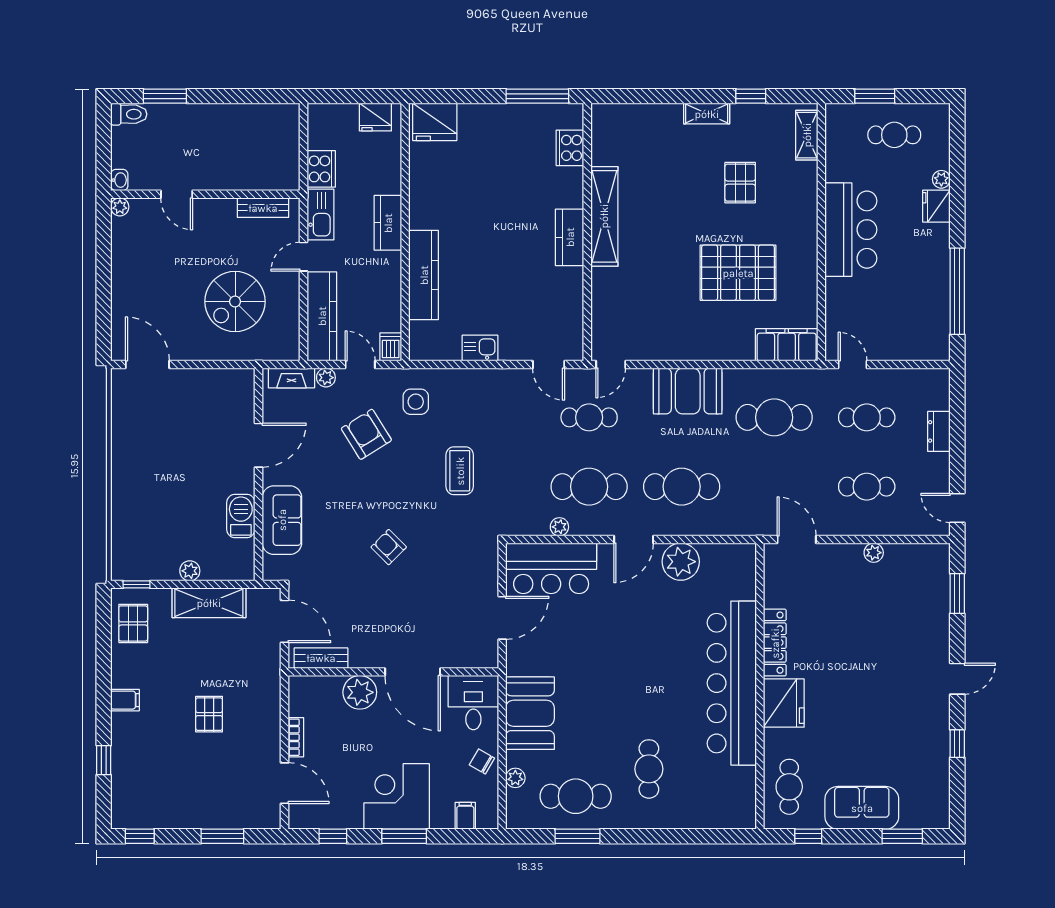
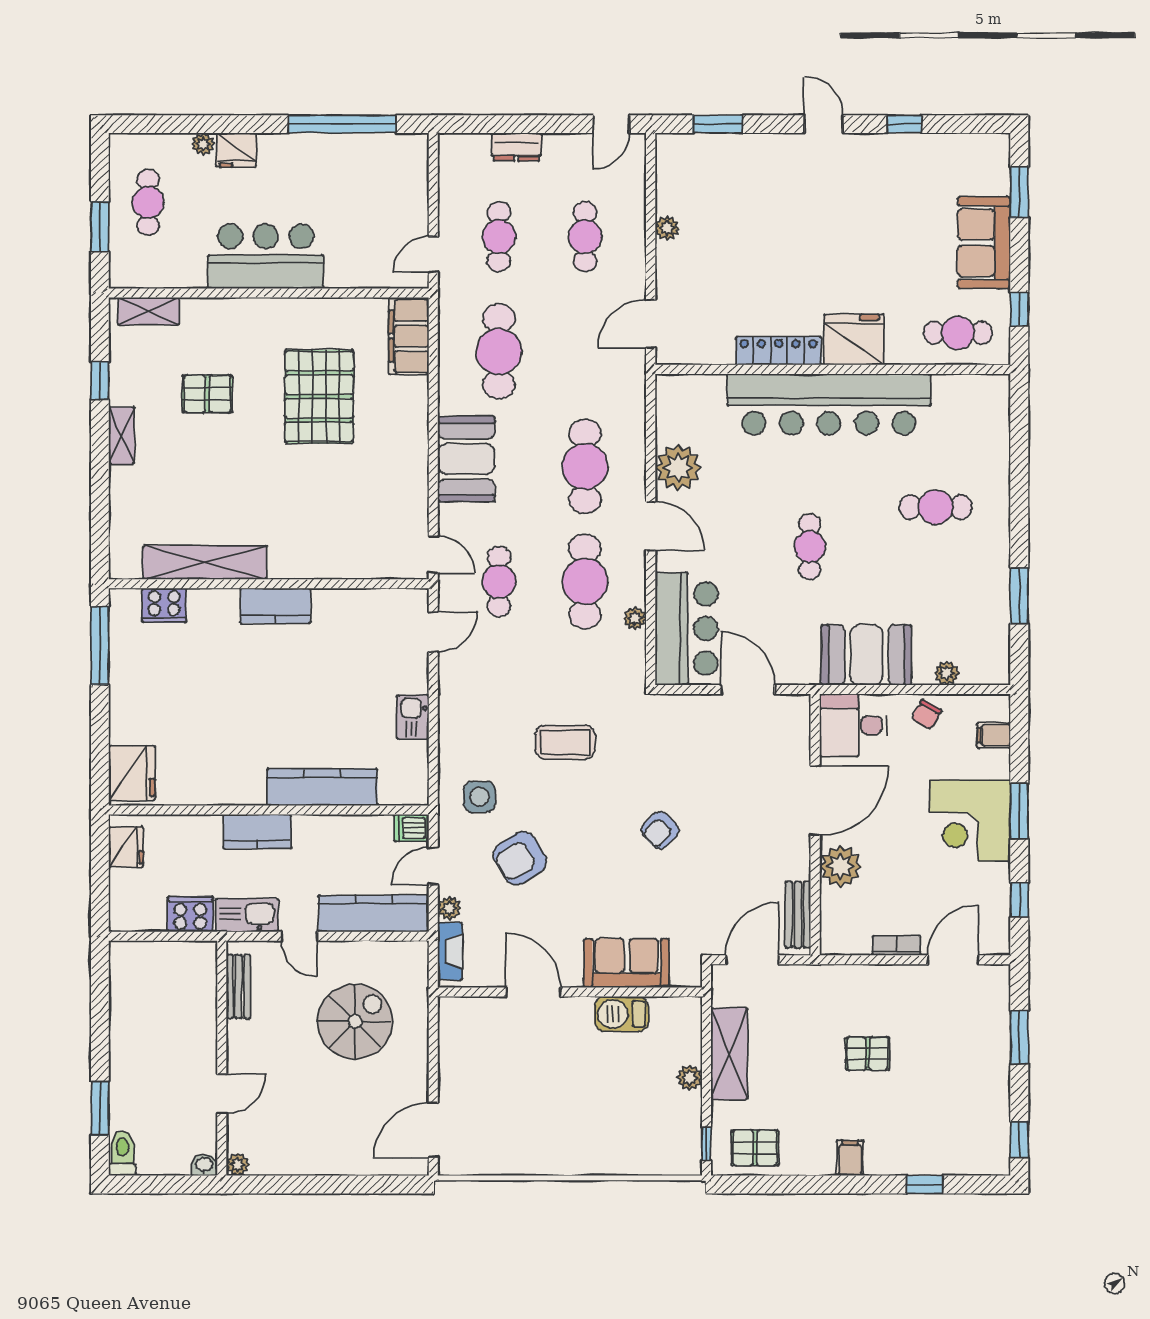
shelving: (604, 216) -> (205, 563), moved
spiral stairs: (235, 302) -> (355, 1021), turned -90
cafe table: (576, 796) -> (810, 547), moved, width x0.73, depth x0.74

